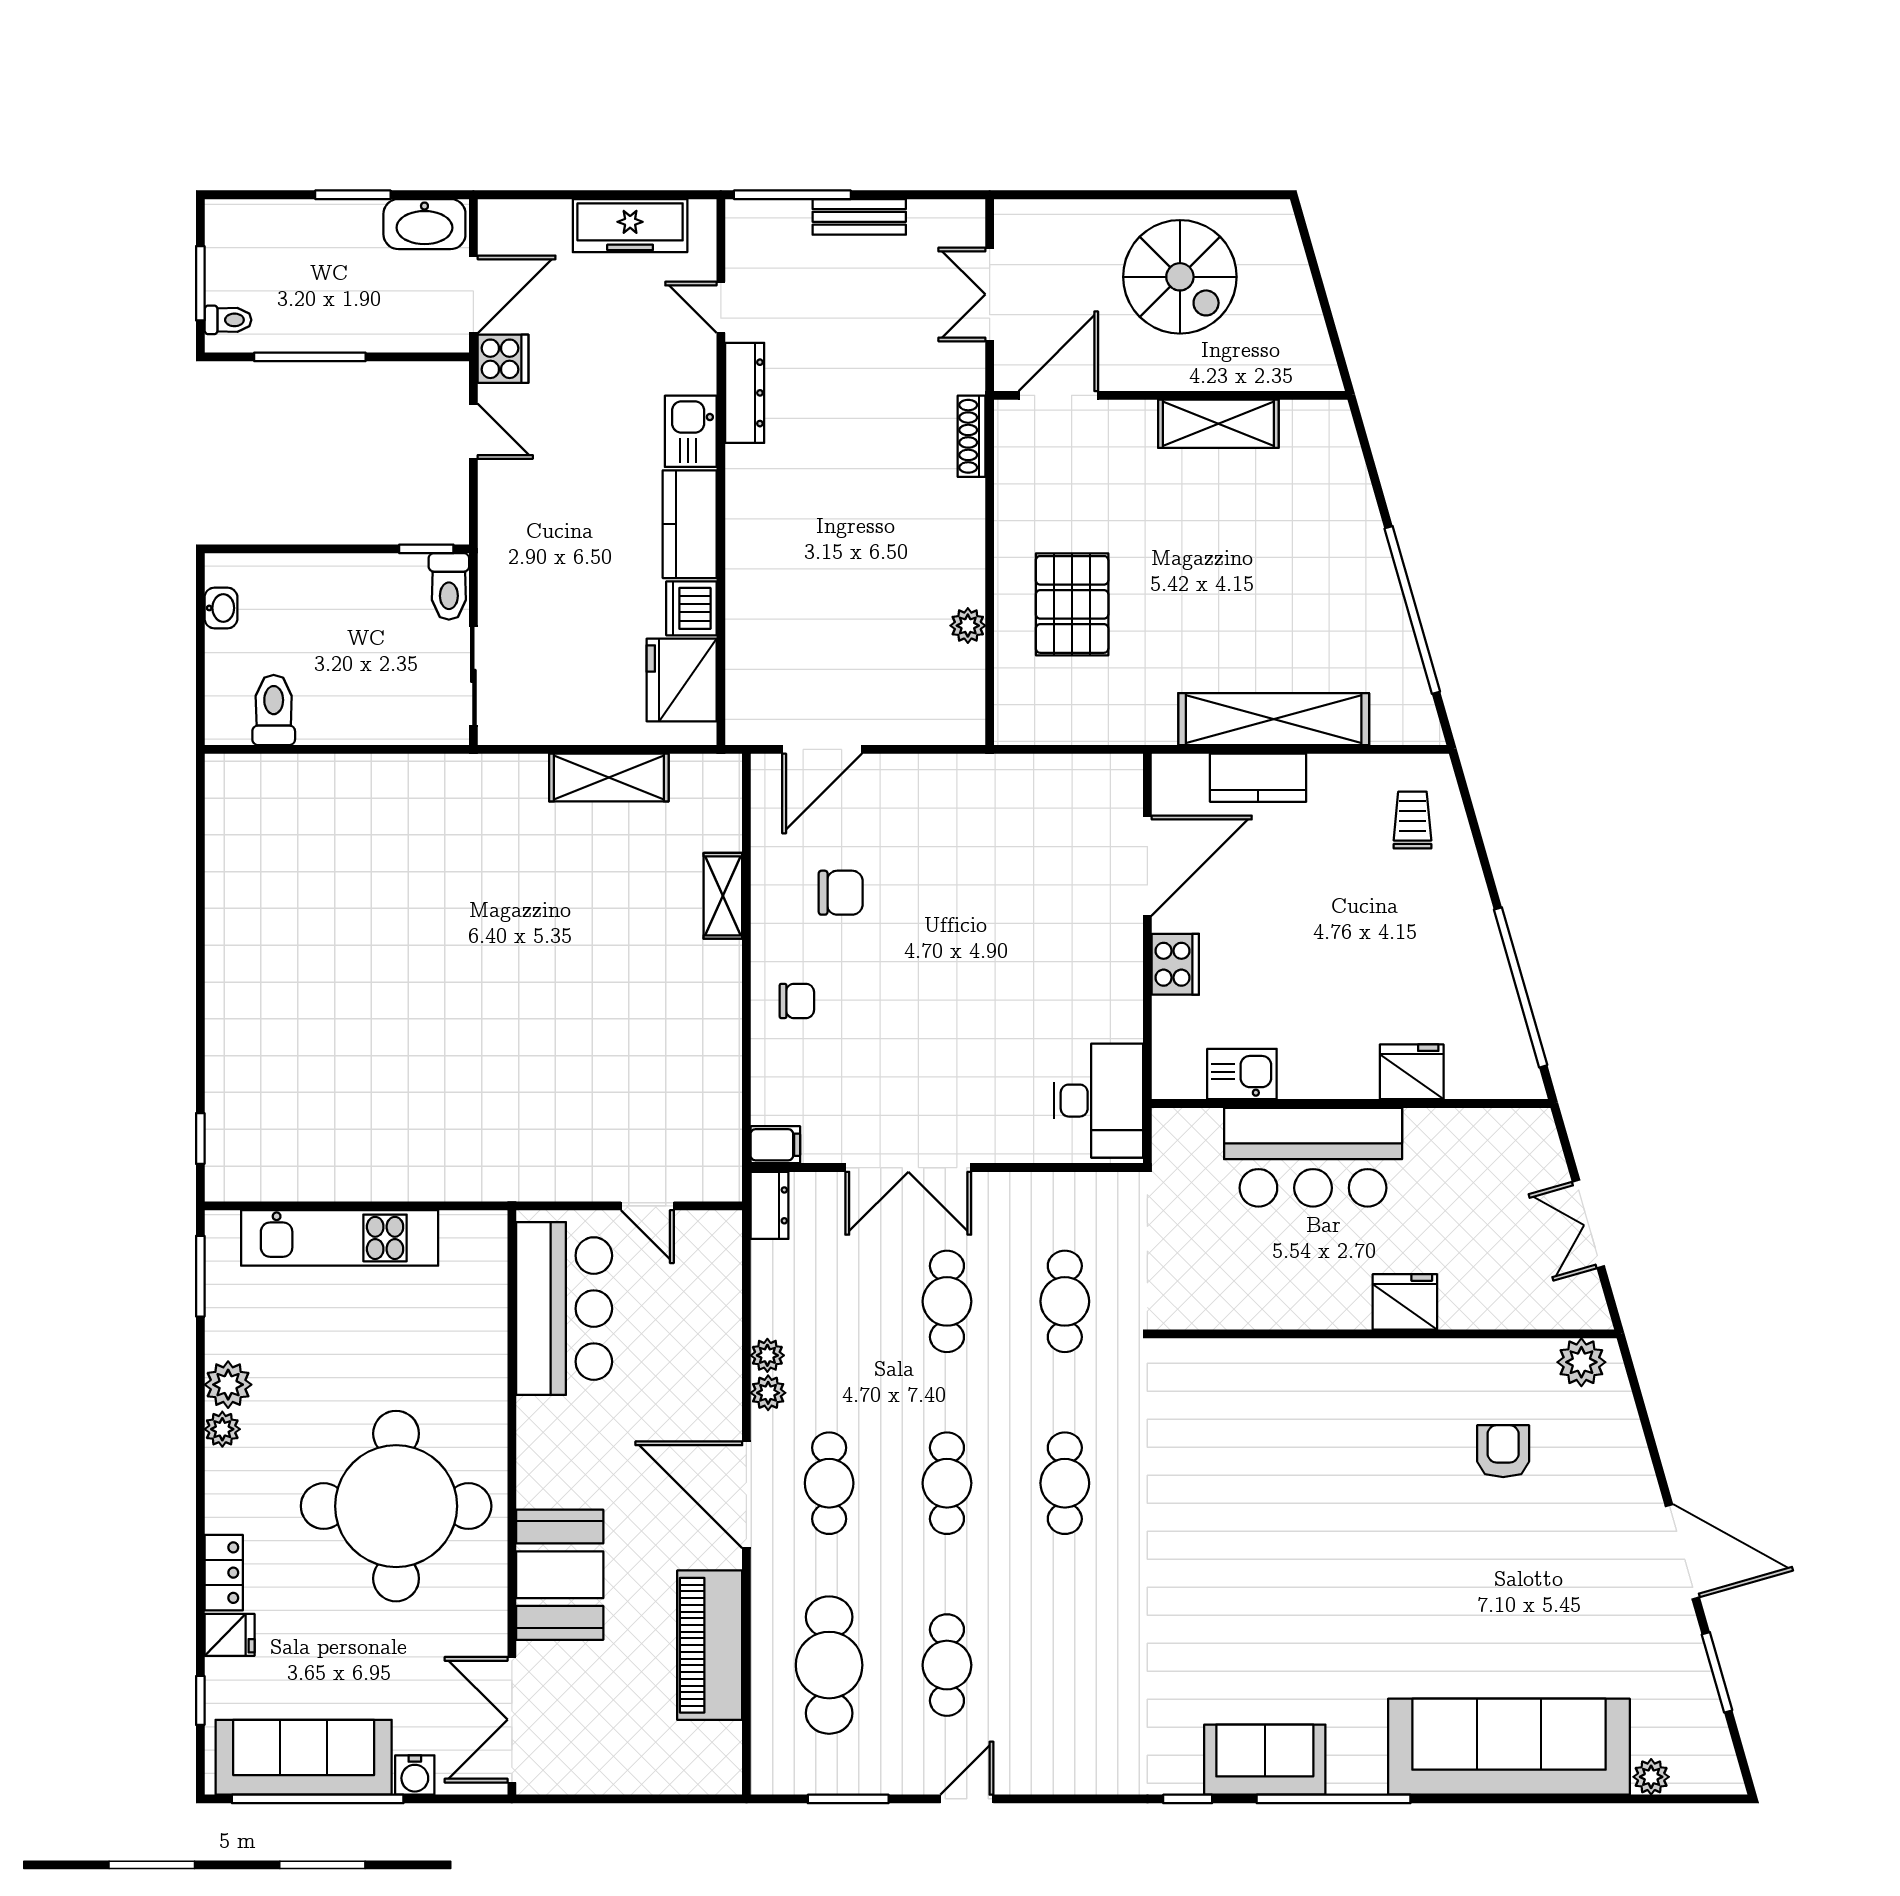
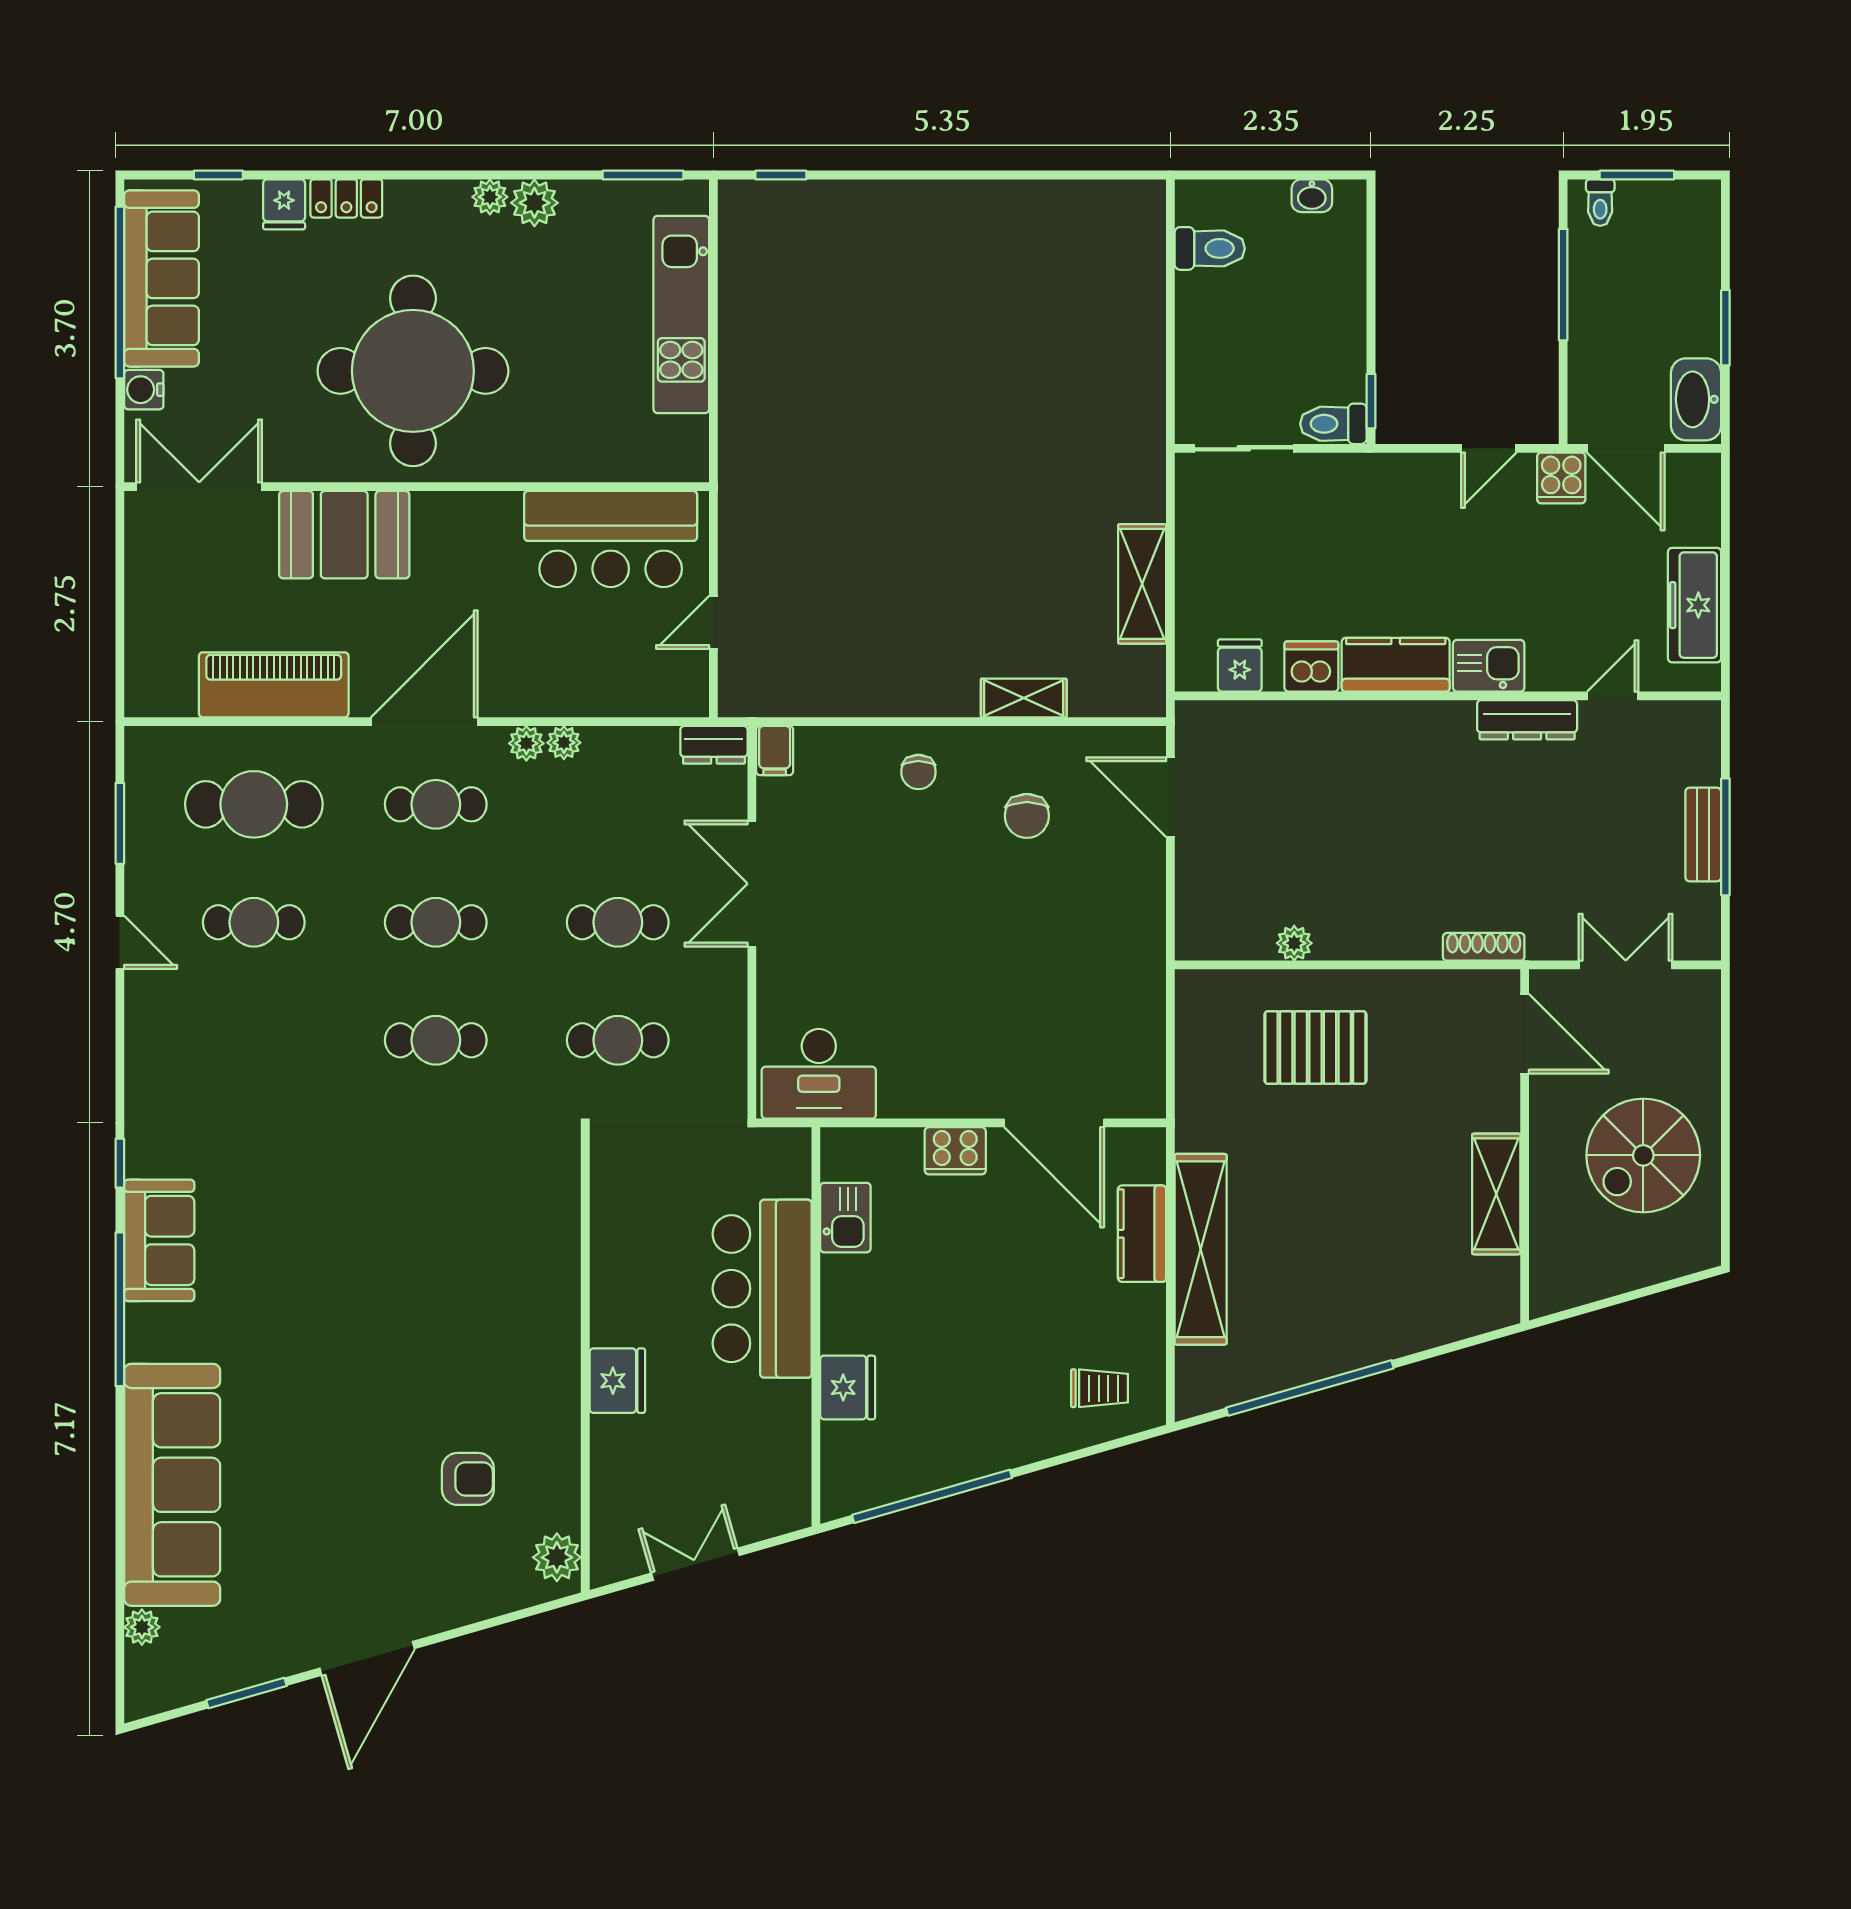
window: (792, 195) -> (1725, 837), moved
fridge: (682, 680) -> (1240, 666), width x0.53, depth x0.75

